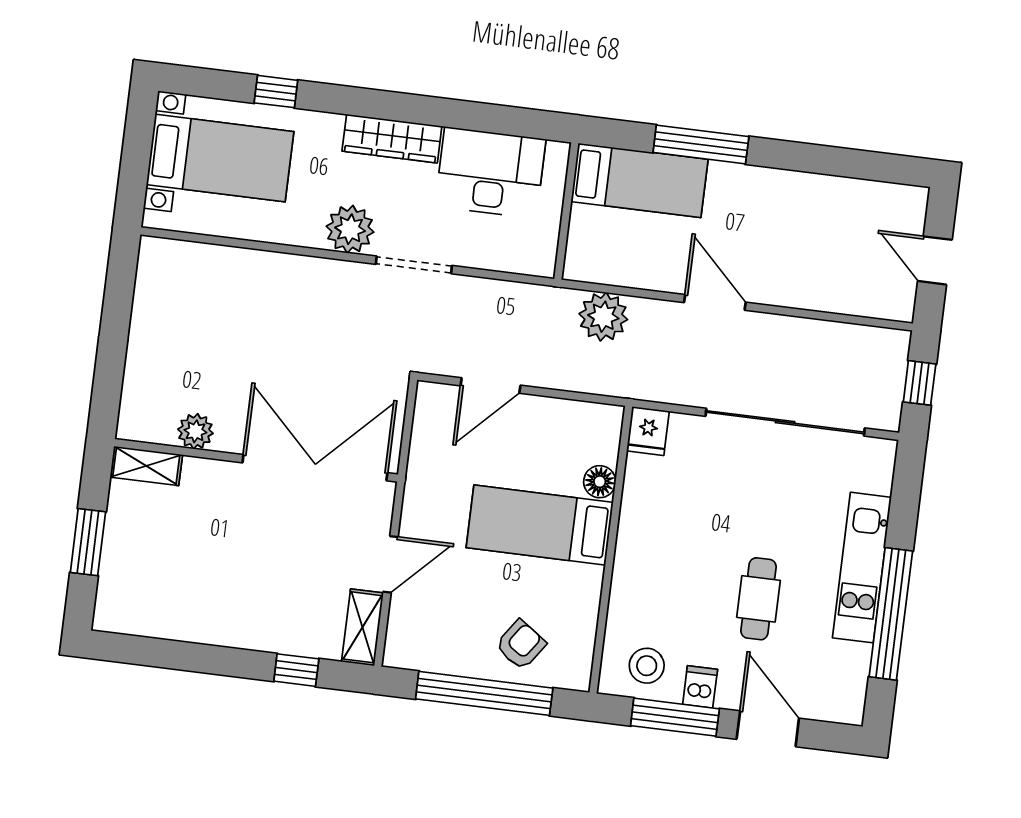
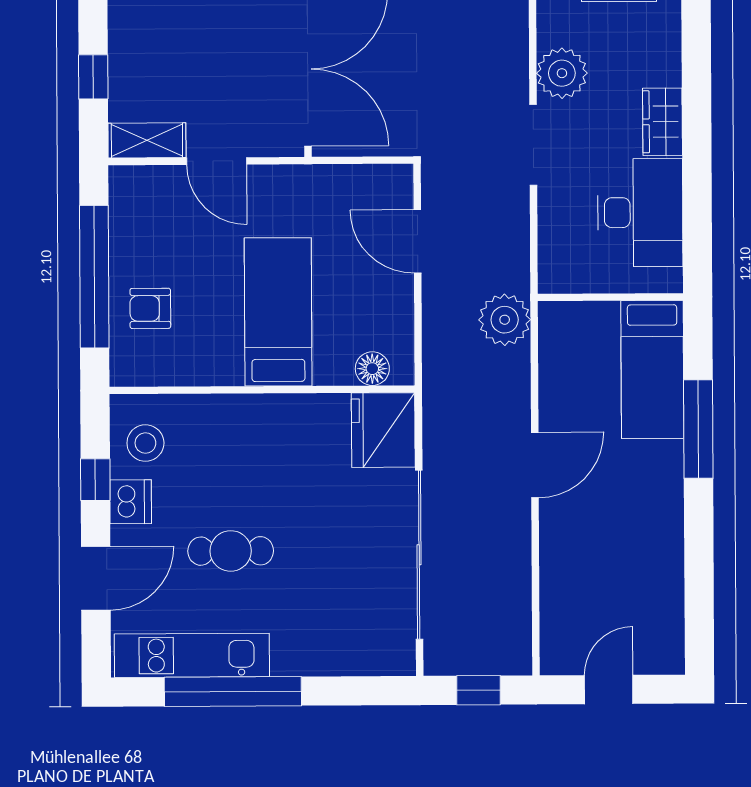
wardrobe: (392, 139) -> (662, 122), width x0.67
plant: (603, 317) -> (505, 320), moved
fridge: (648, 431) -> (383, 430), width x1.88, depth x1.34
floor lamp: (600, 482) -> (372, 369), moved
kitchen unit: (862, 568) -> (192, 655), moved
armchair: (521, 645) -> (150, 308), turned 145
dishwasher: (700, 687) -> (131, 502), width x1.38
window: (675, 717) -> (95, 480), width x0.46

